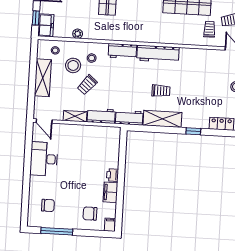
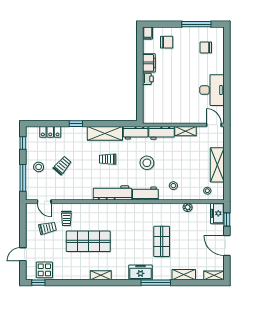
stool: (73, 65) -> (147, 163), moved
trolley: (87, 85) -> (62, 165), moved

